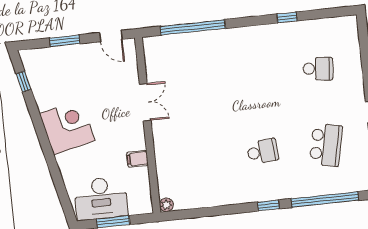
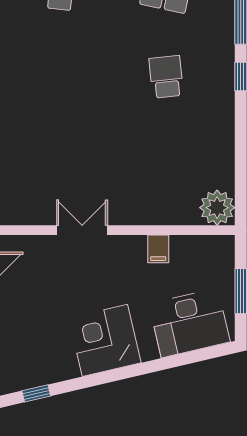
desk: (101, 198) -> (190, 323), moved, turned 77
plant: (166, 205) -> (217, 208), width x1.88, depth x1.88

